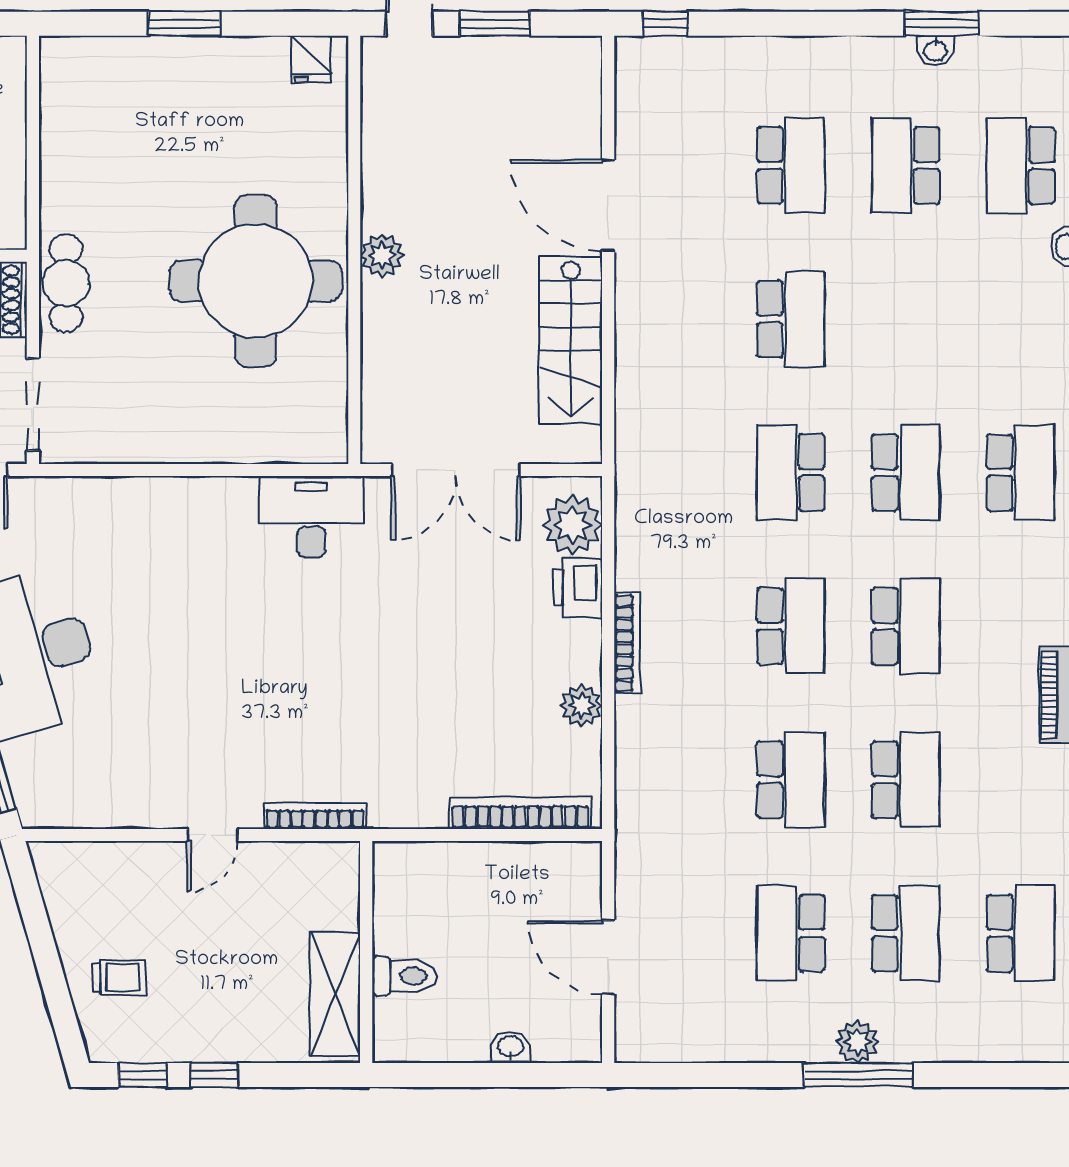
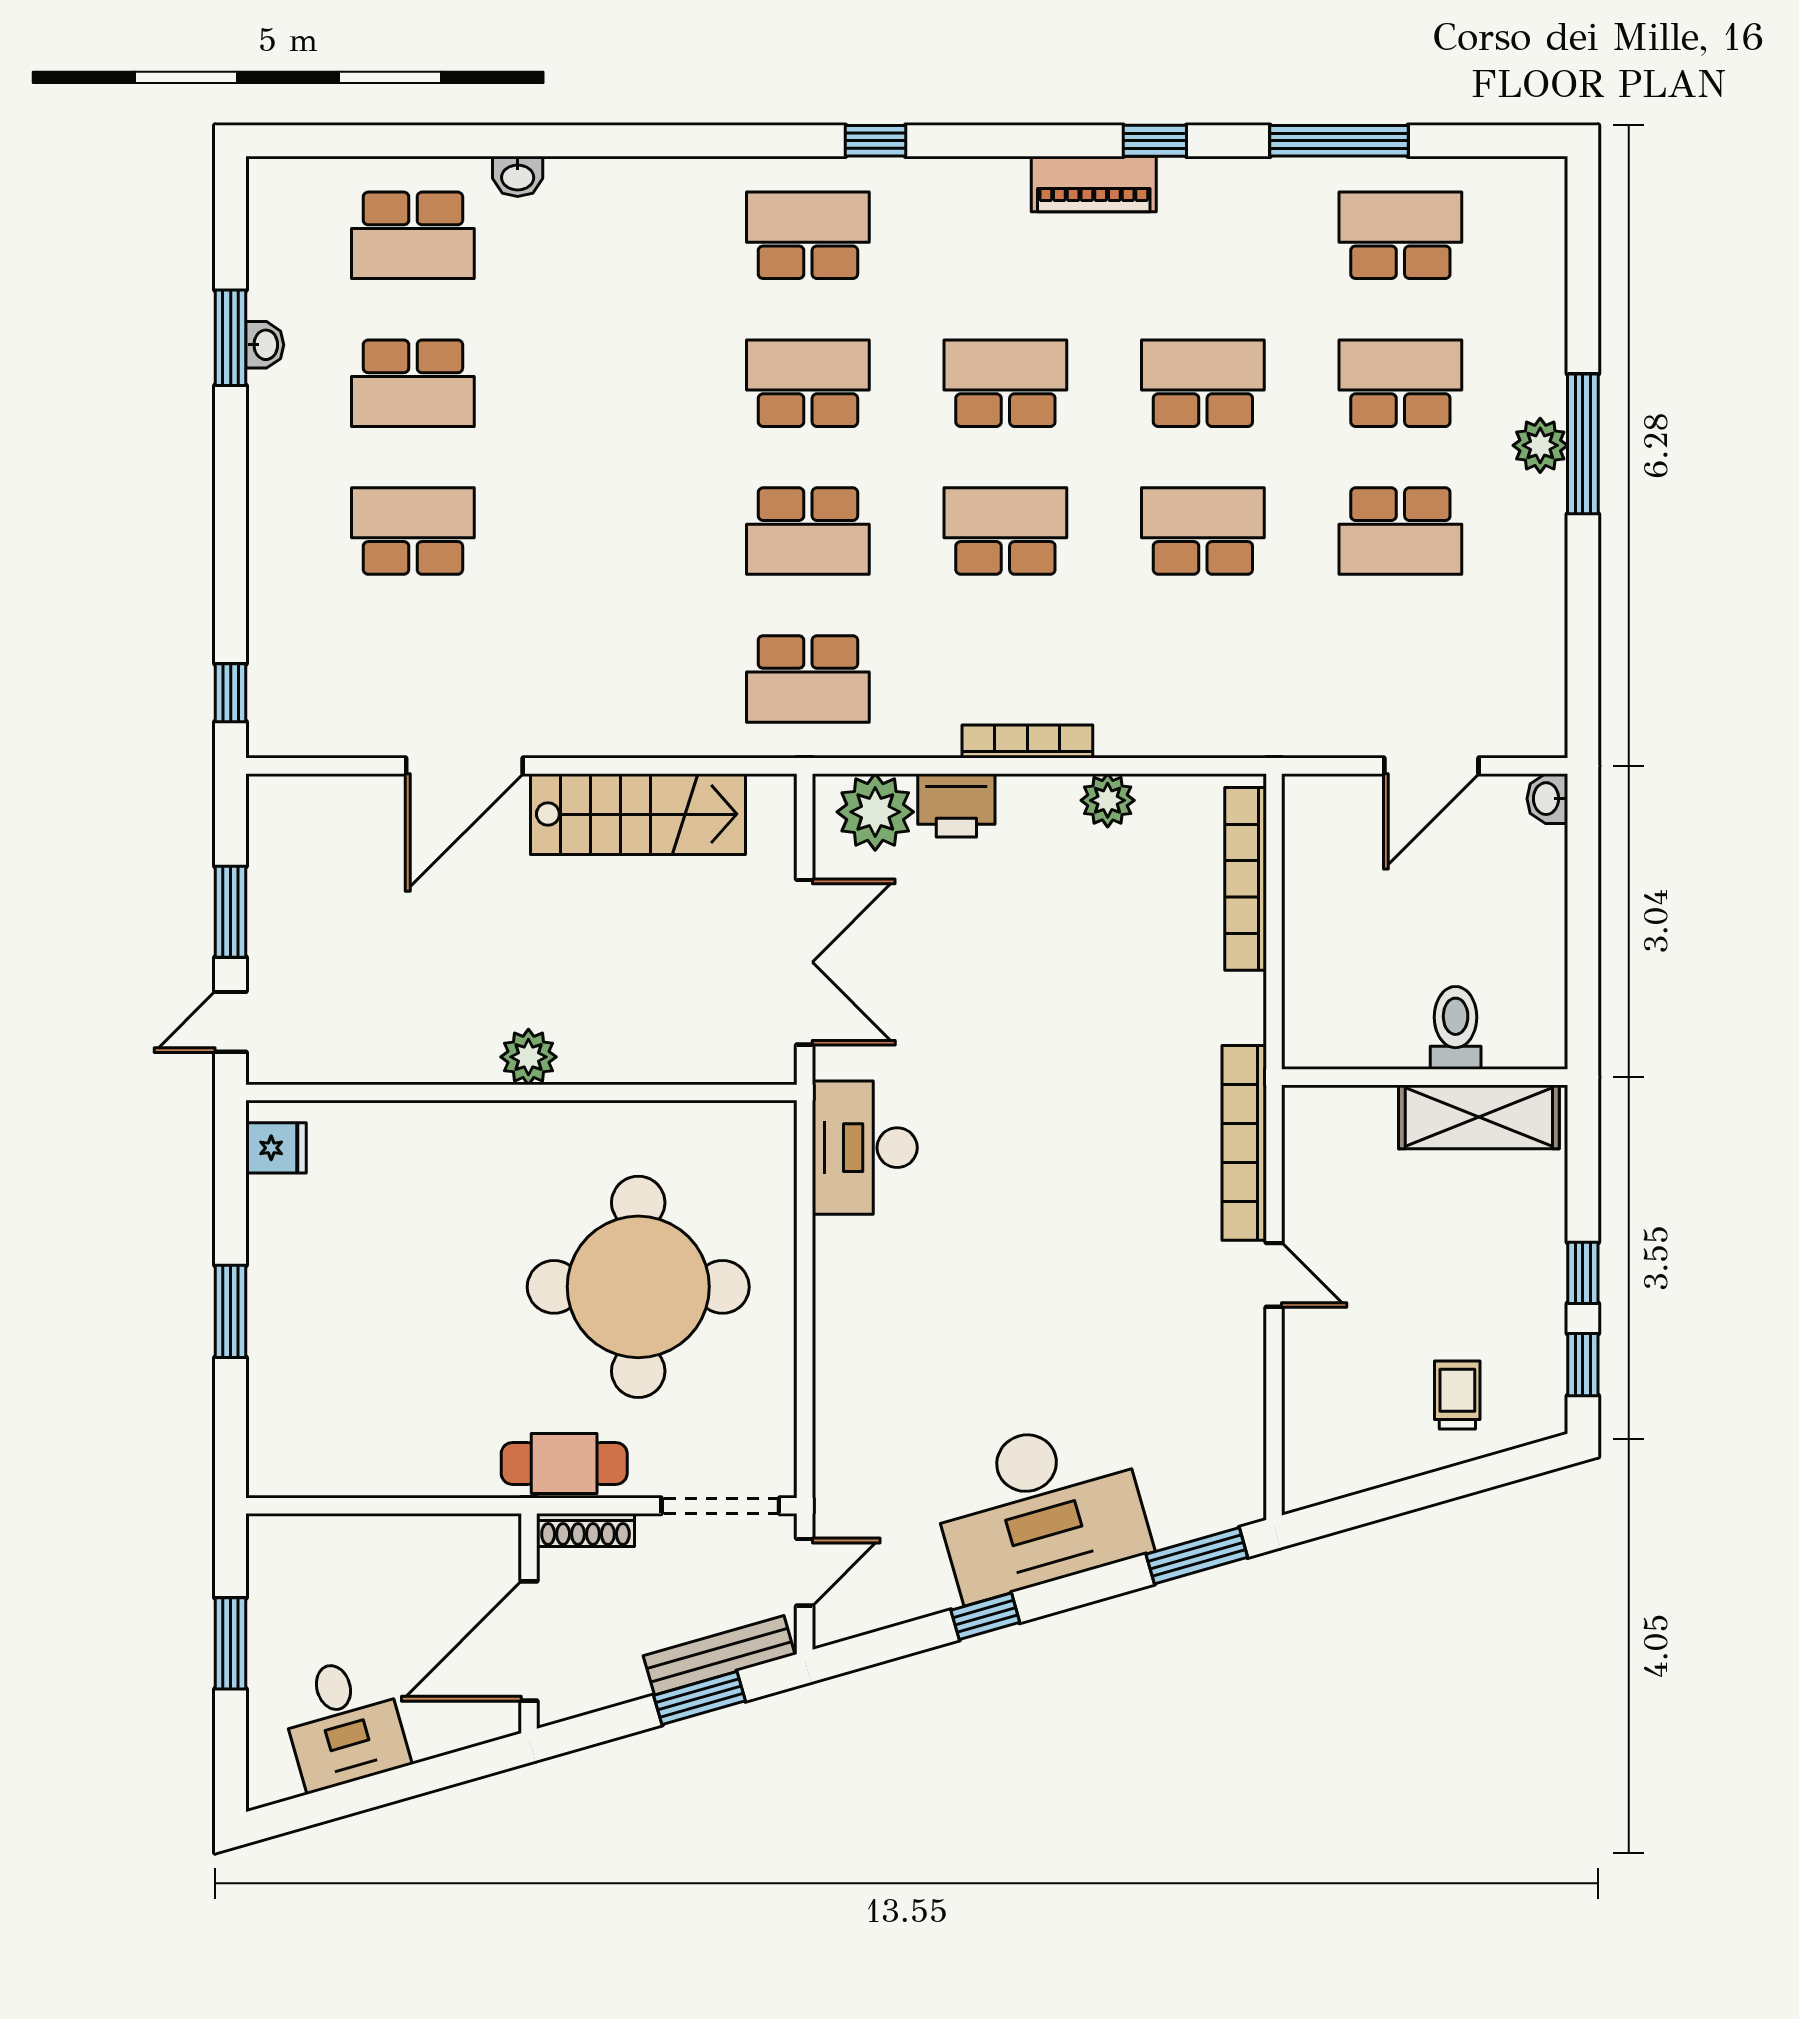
round table: (256, 281) -> (638, 1287), moved
school desk: (791, 319) -> (808, 679), moved, turned 180
bookcase: (315, 816) -> (1244, 1143), width x1.48, depth x1.31
washbasin: (510, 1047) -> (1547, 799), moved

